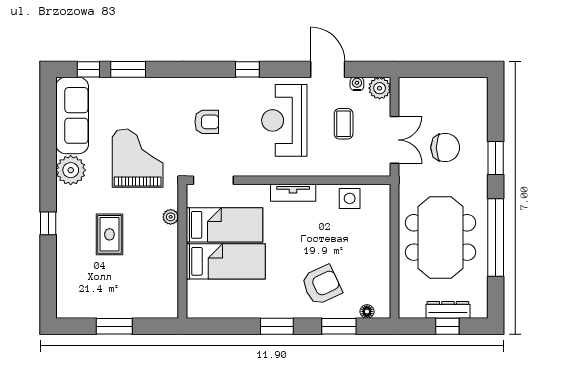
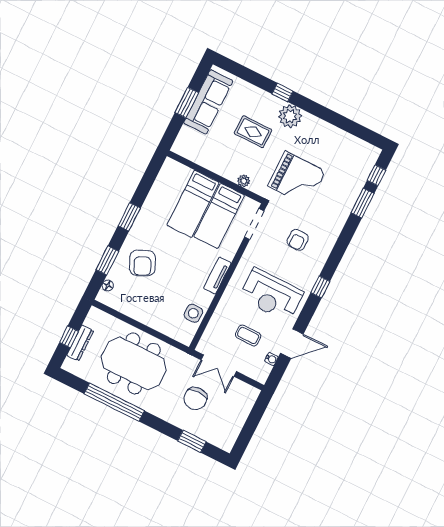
plant: (380, 88) -> (260, 373), removed
sofa: (72, 115) -> (208, 102), moved, turned -90
reception desk: (284, 120) -> (271, 295), turned 180
window: (496, 158) -> (192, 441), moved
plant: (71, 170) -> (290, 116), moved

